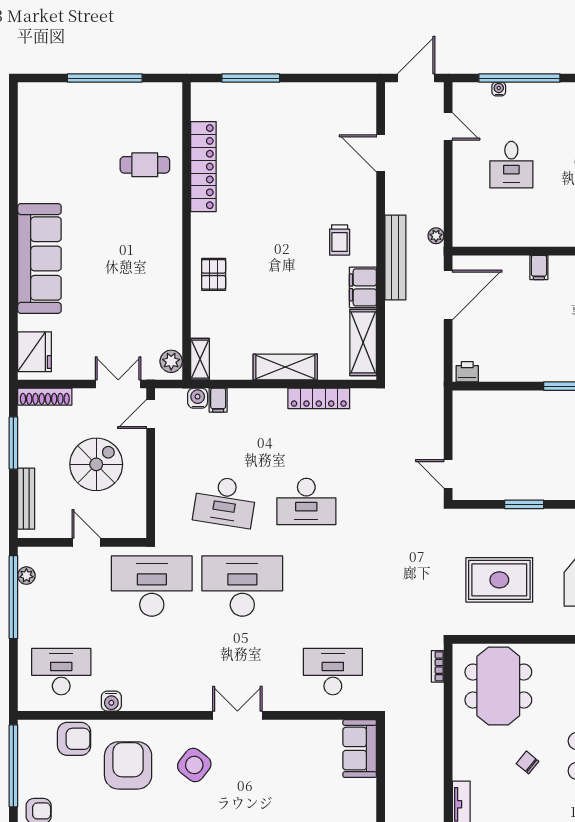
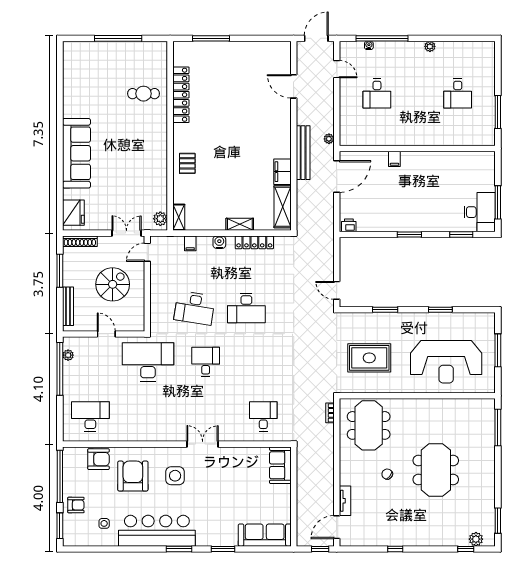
trolley: (340, 240) -> (268, 141), removed
shelving: (285, 367) -> (240, 224), width x0.67, depth x0.75
water cooler: (198, 398) -> (219, 242), moved
desk: (242, 586) -> (206, 362), width x0.53, depth x0.77
desk: (333, 672) -> (263, 416), width x0.73
water cooler: (111, 701) -> (122, 435), removed
side table: (194, 765) -> (175, 476), turned -38

